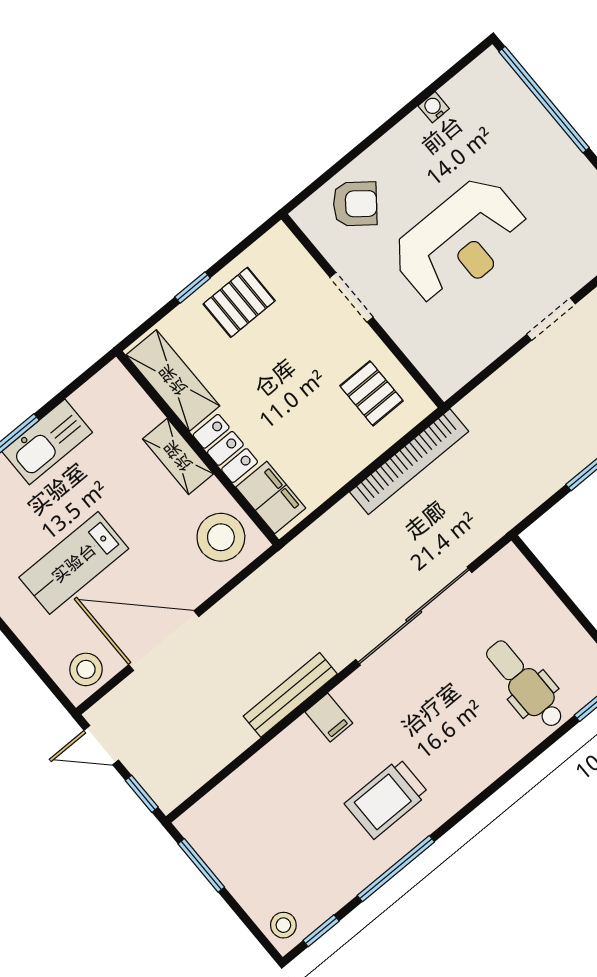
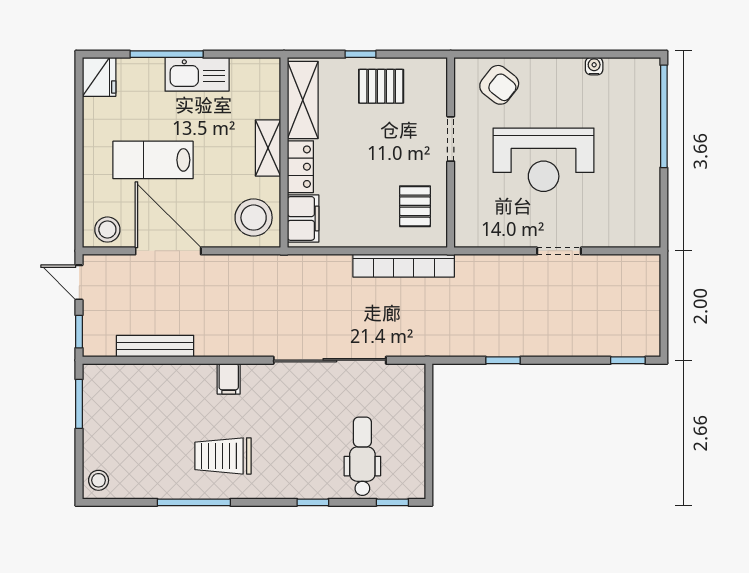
bench: (290, 695) -> (155, 346), moved
window: (321, 931) -> (313, 502), moved

